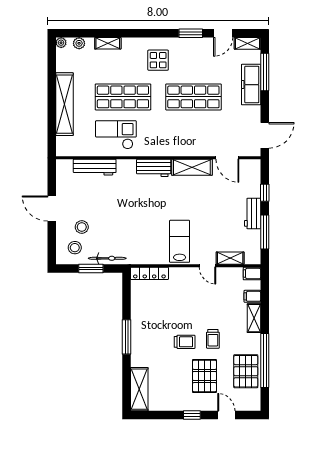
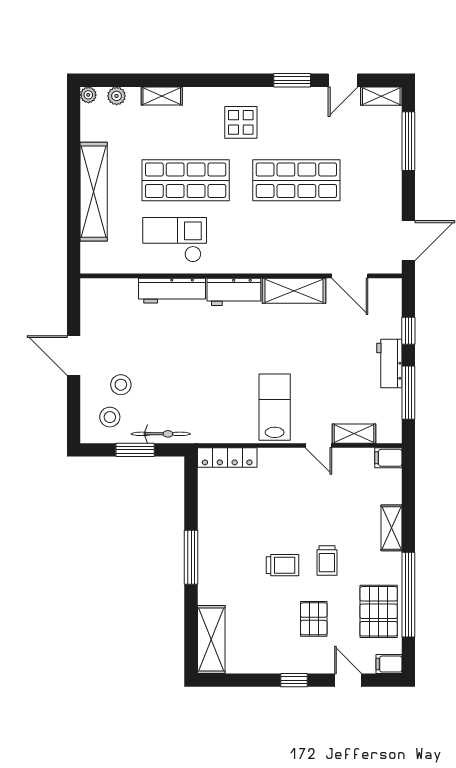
freezer: (251, 85) -> (387, 161), removed
workbench: (95, 167) -> (172, 291), moved
filing cabinet: (252, 296) -> (389, 664), moved
pallet: (204, 376) -> (314, 619), width x0.67, depth x0.71

